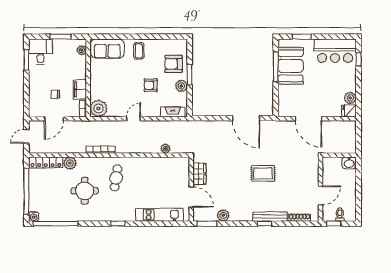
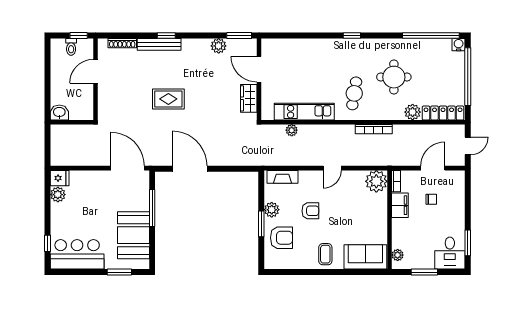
window: (276, 67) -> (152, 208), moved
door: (309, 119) -> (128, 168), moved
kitchen unit: (159, 215) -> (304, 112), moved, turned 180

